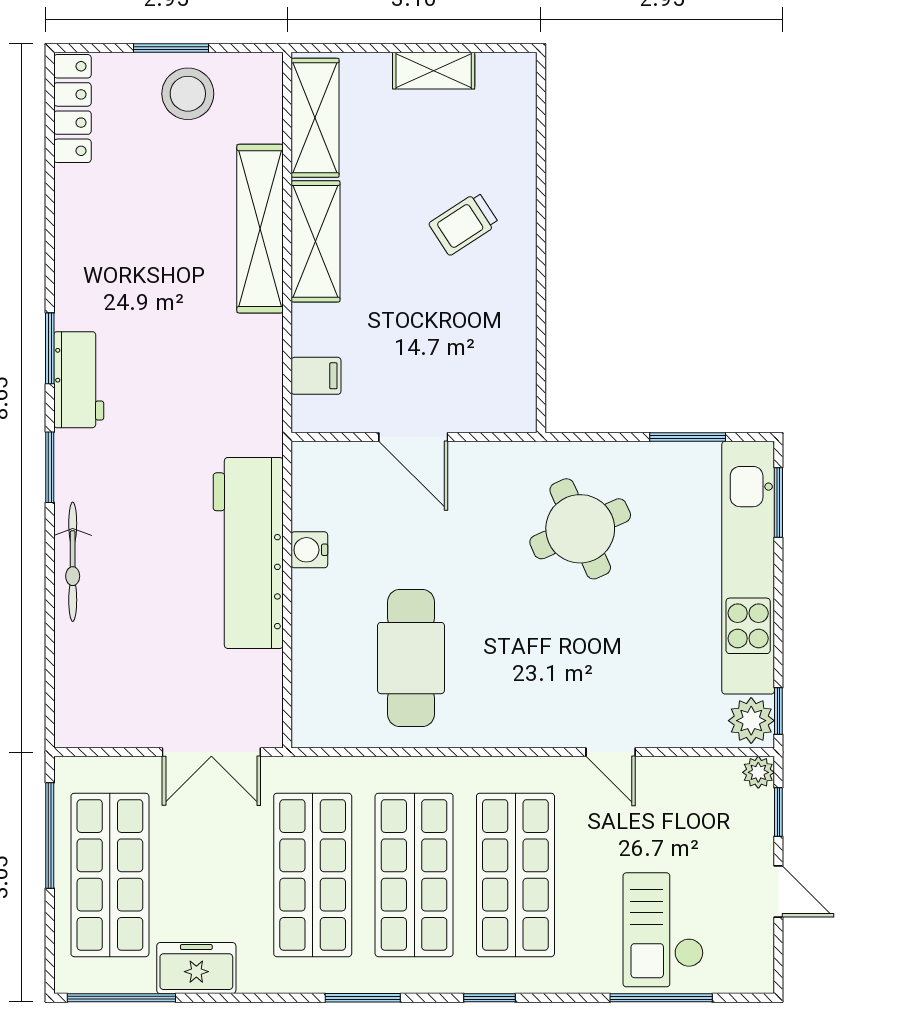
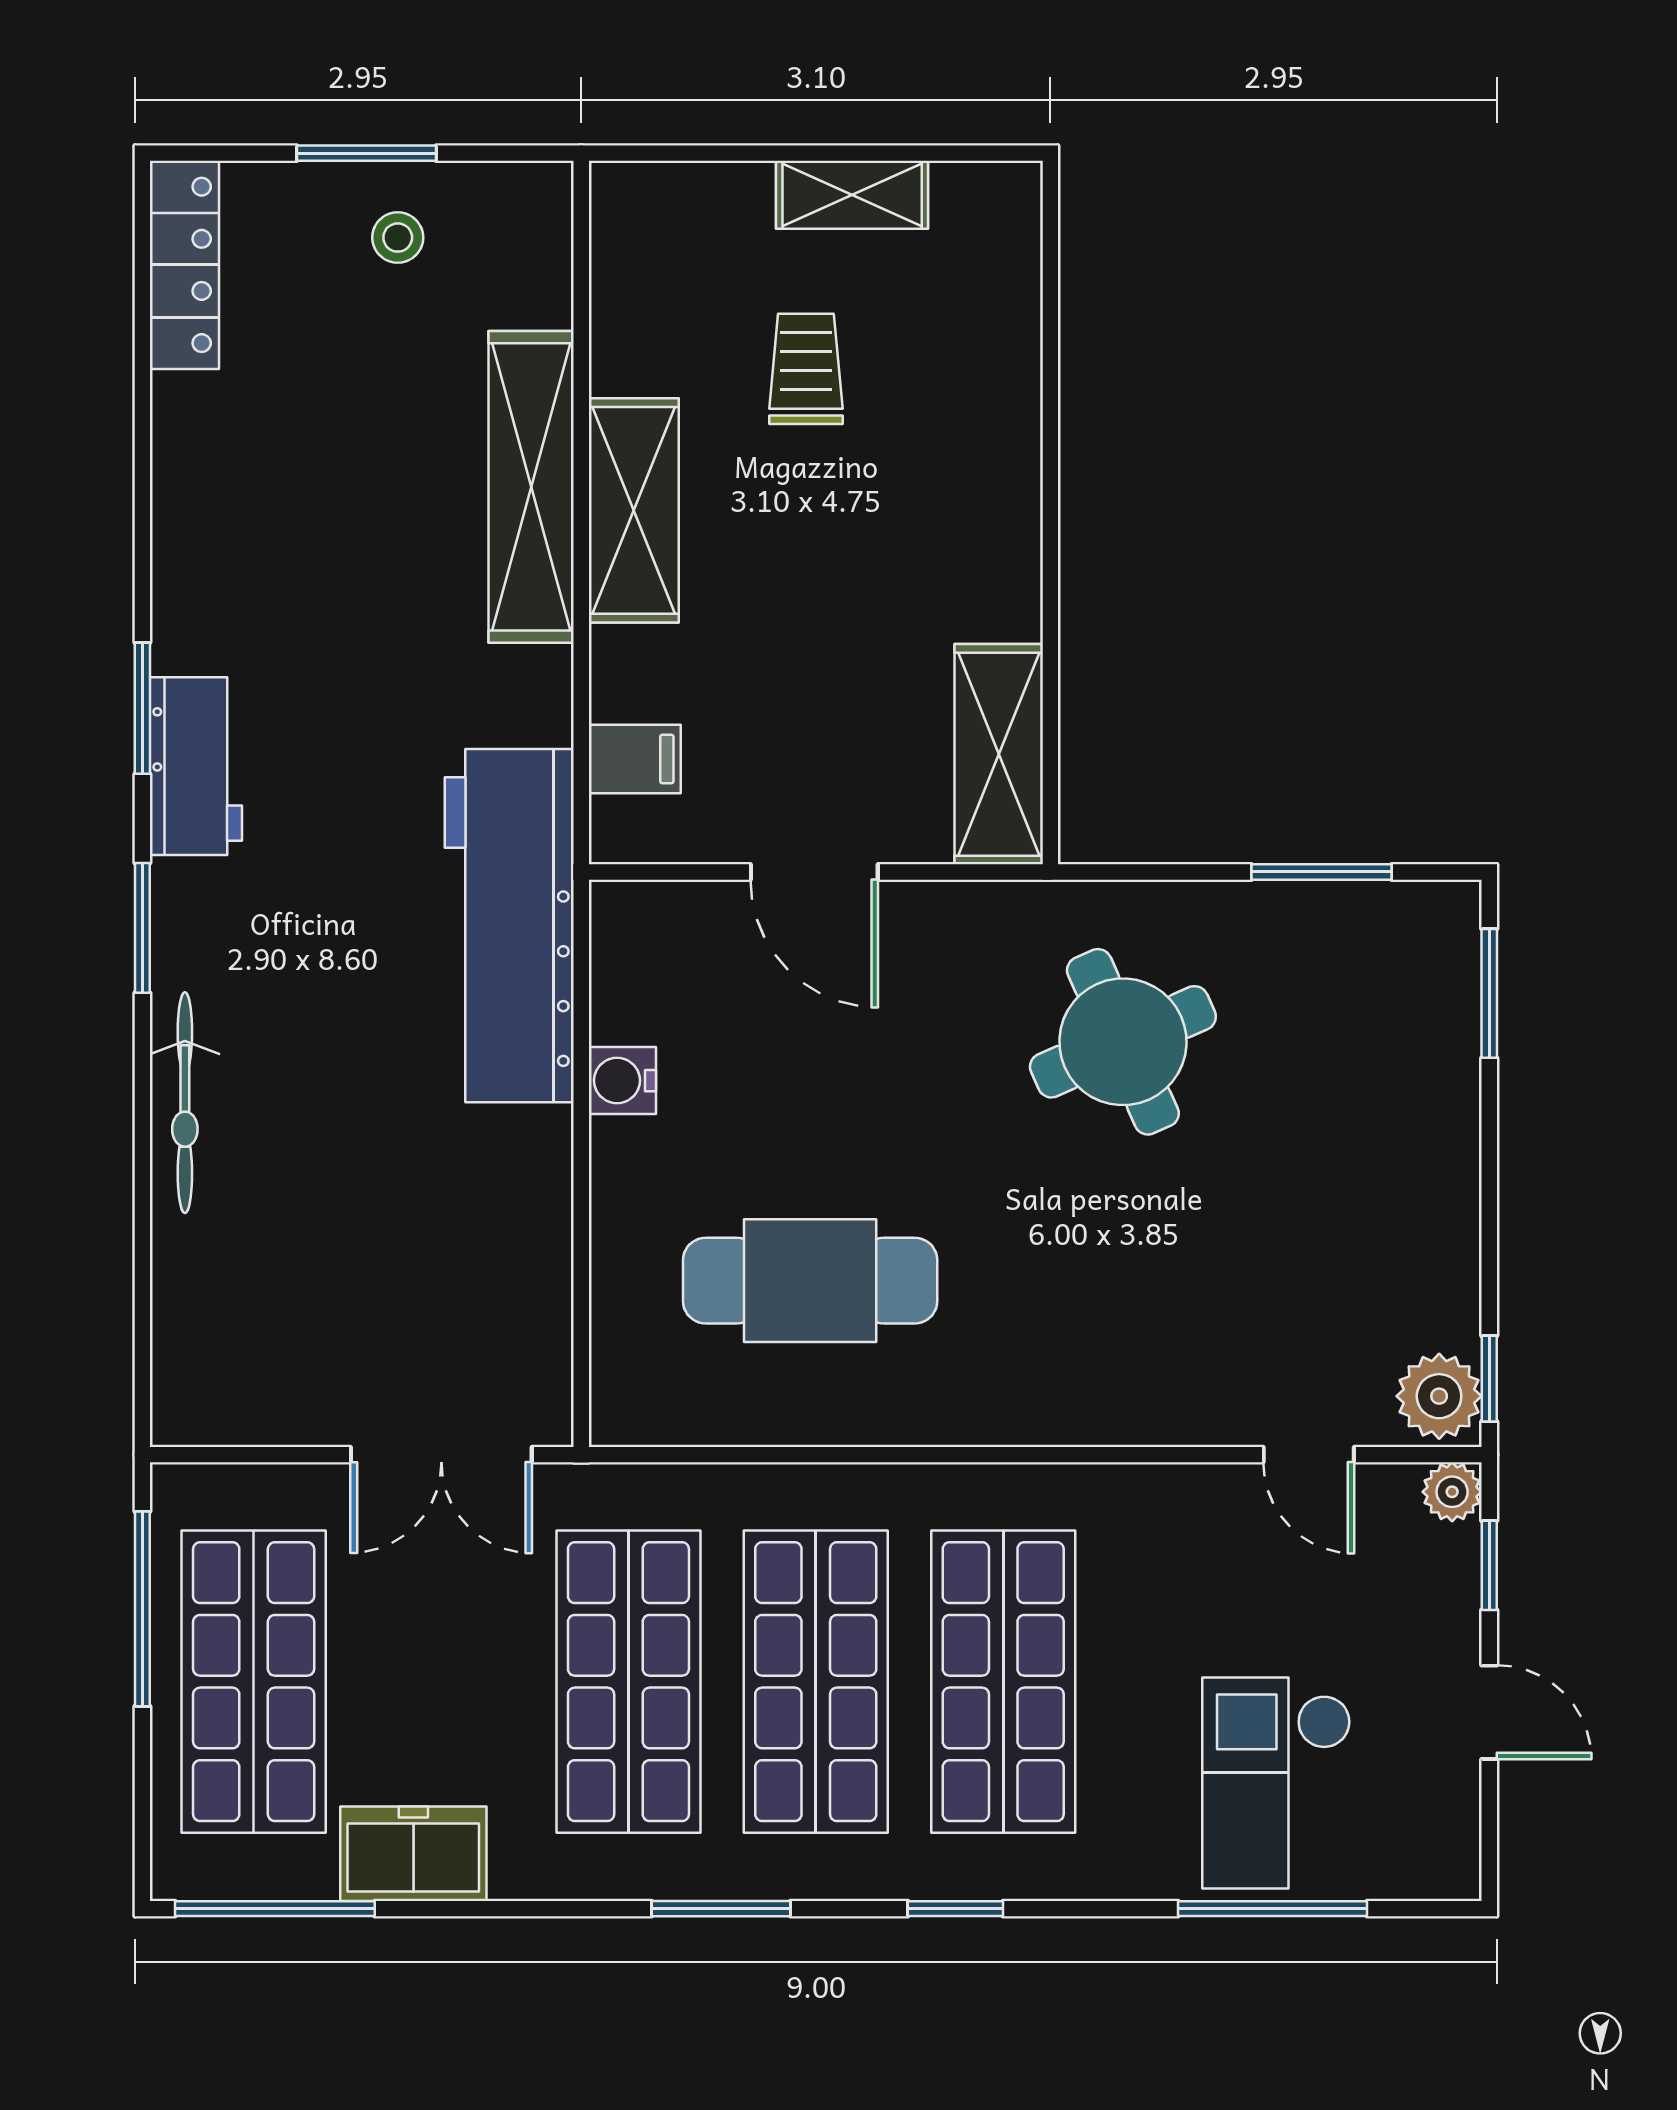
stool: (188, 94) -> (398, 238), width x0.53, depth x0.53
shelving: (315, 118) -> (999, 754), moved
trolley: (464, 224) -> (806, 369), moved, turned 123
workbench: (248, 553) -> (509, 926), moved
kitchen unit: (748, 568) -> (1433, 1114), removed
cafe table: (411, 658) -> (810, 1281), turned 90
door: (611, 752) -> (1309, 1455), moved

